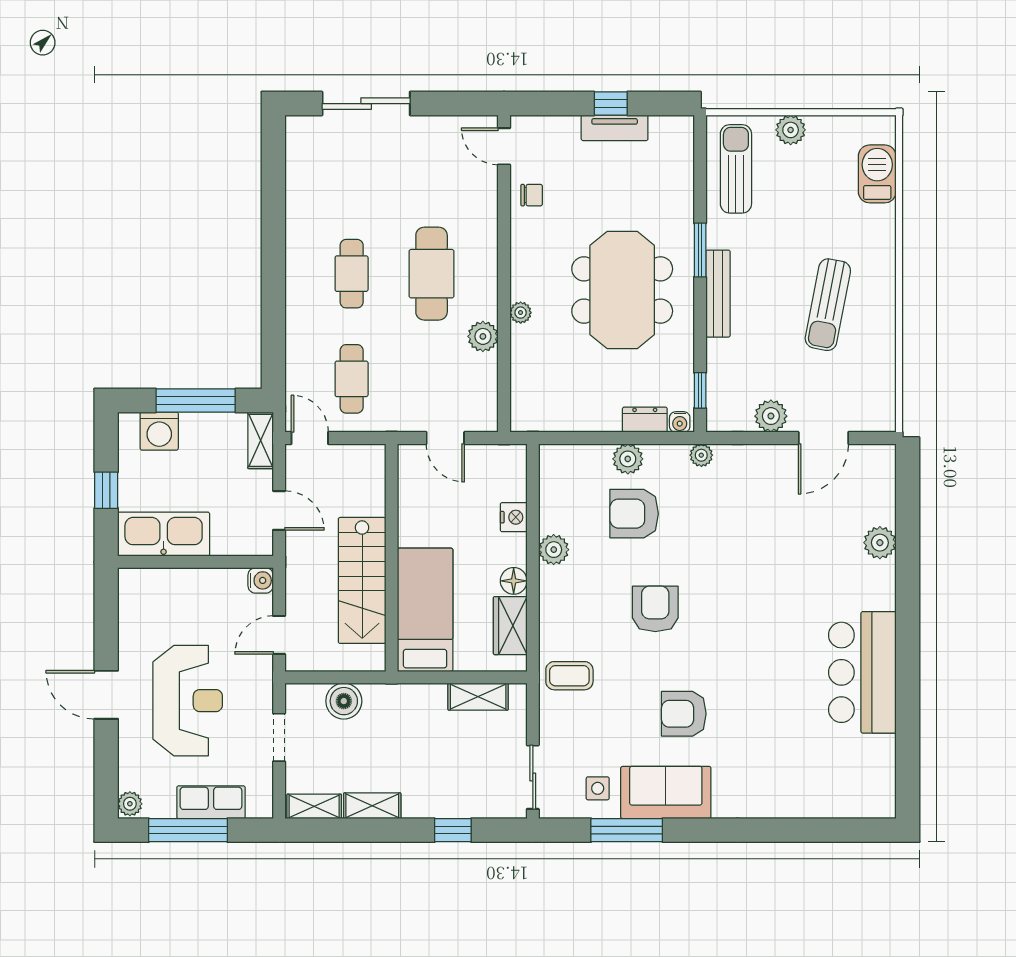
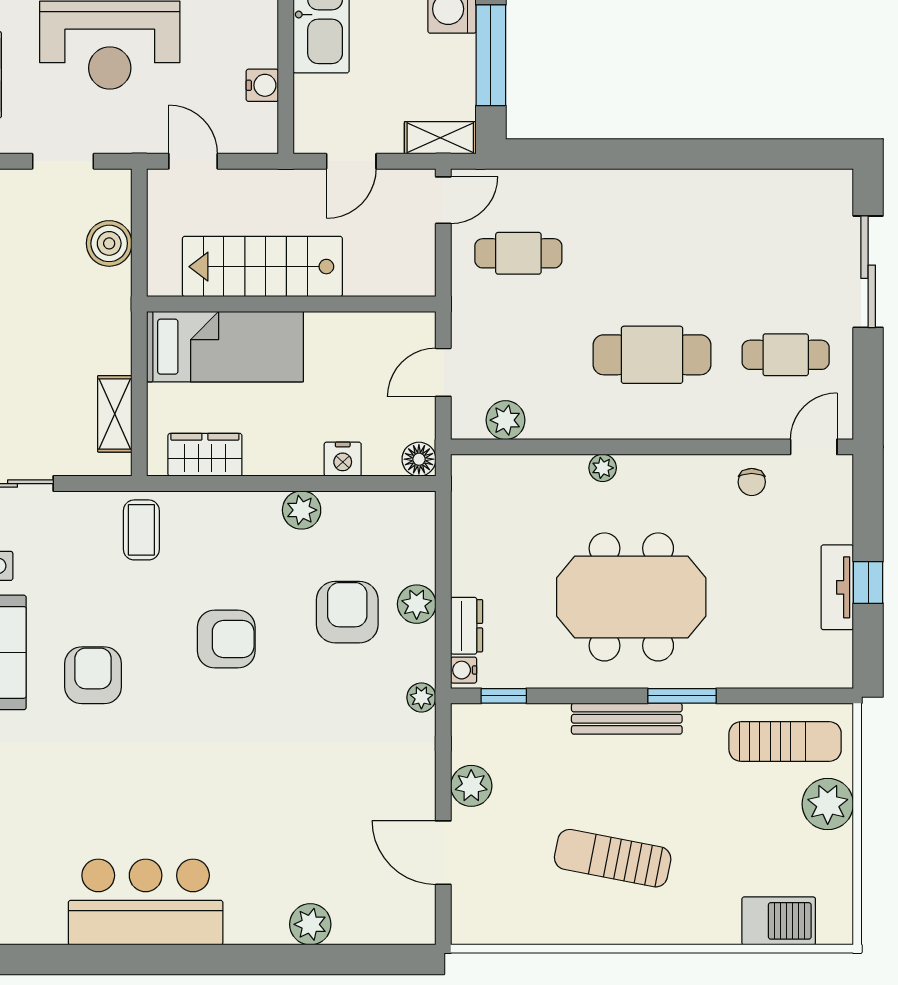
plant: (791, 130) -> (828, 804), width x1.36, depth x1.36
cafe table: (352, 274) -> (786, 355), moved
plant: (483, 336) -> (505, 420), moved
water cooler: (261, 580) -> (262, 85), moved, turned -90
floor lamp: (514, 581) -> (419, 459), moved

